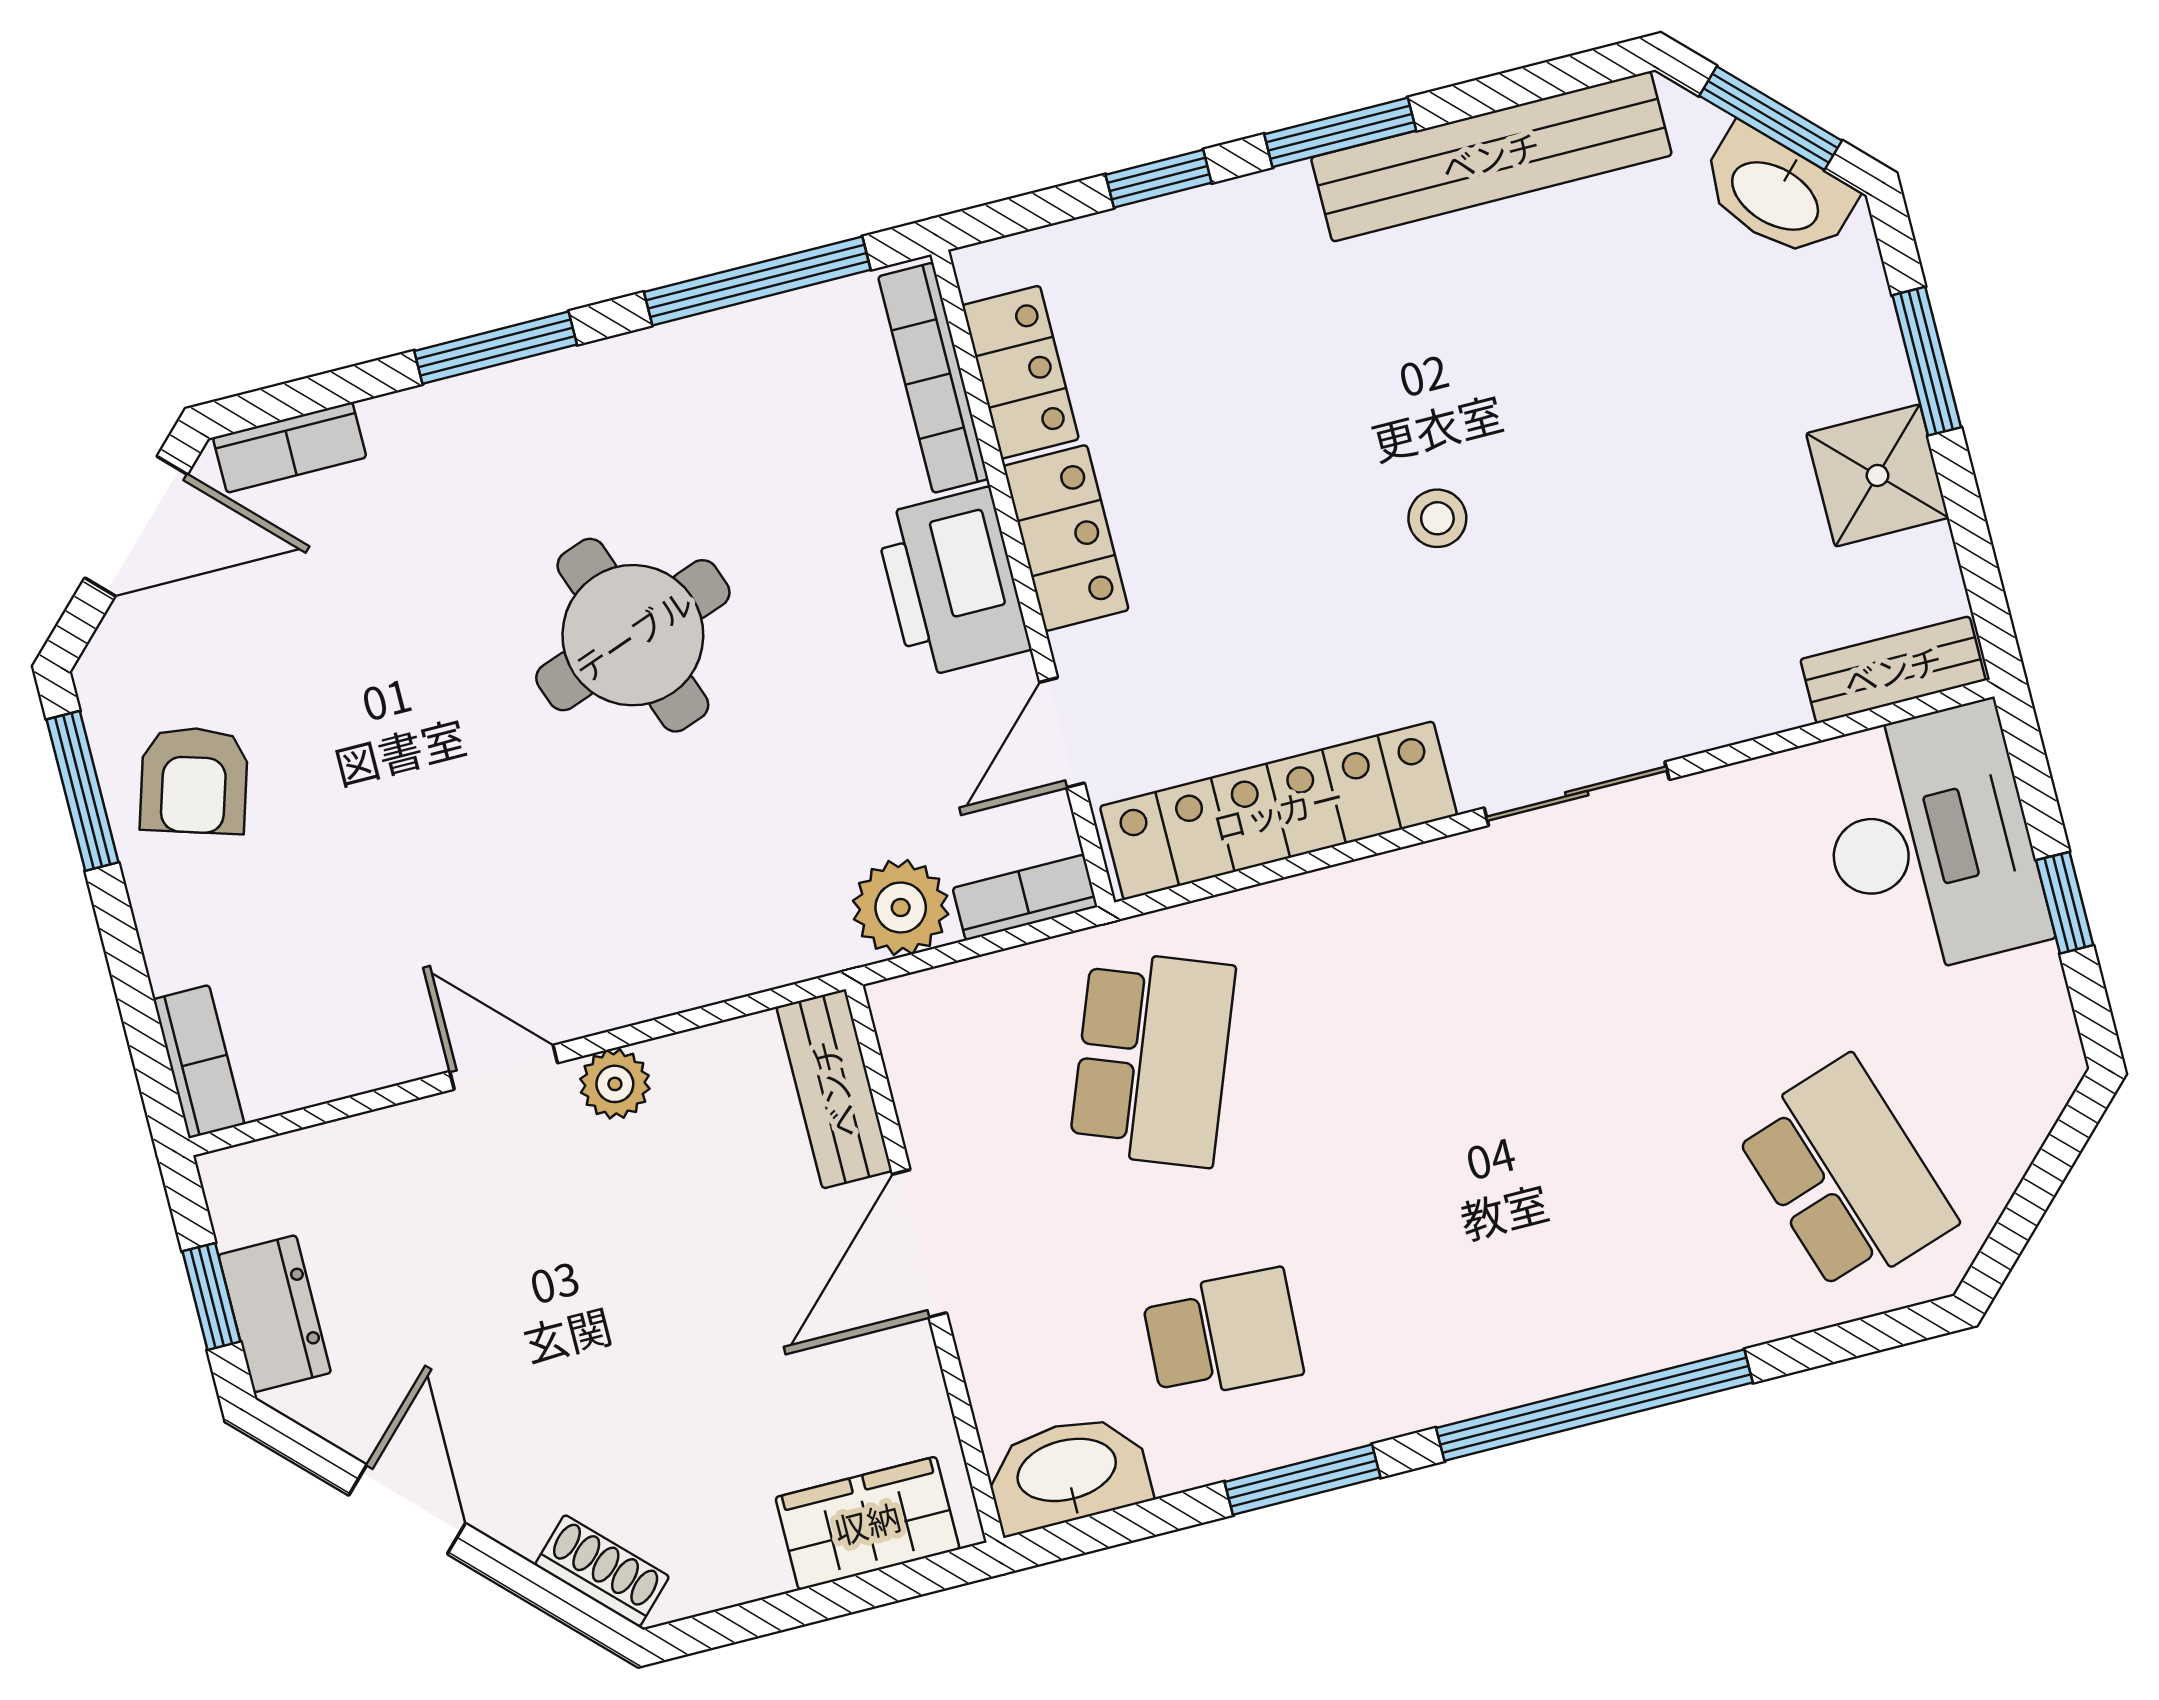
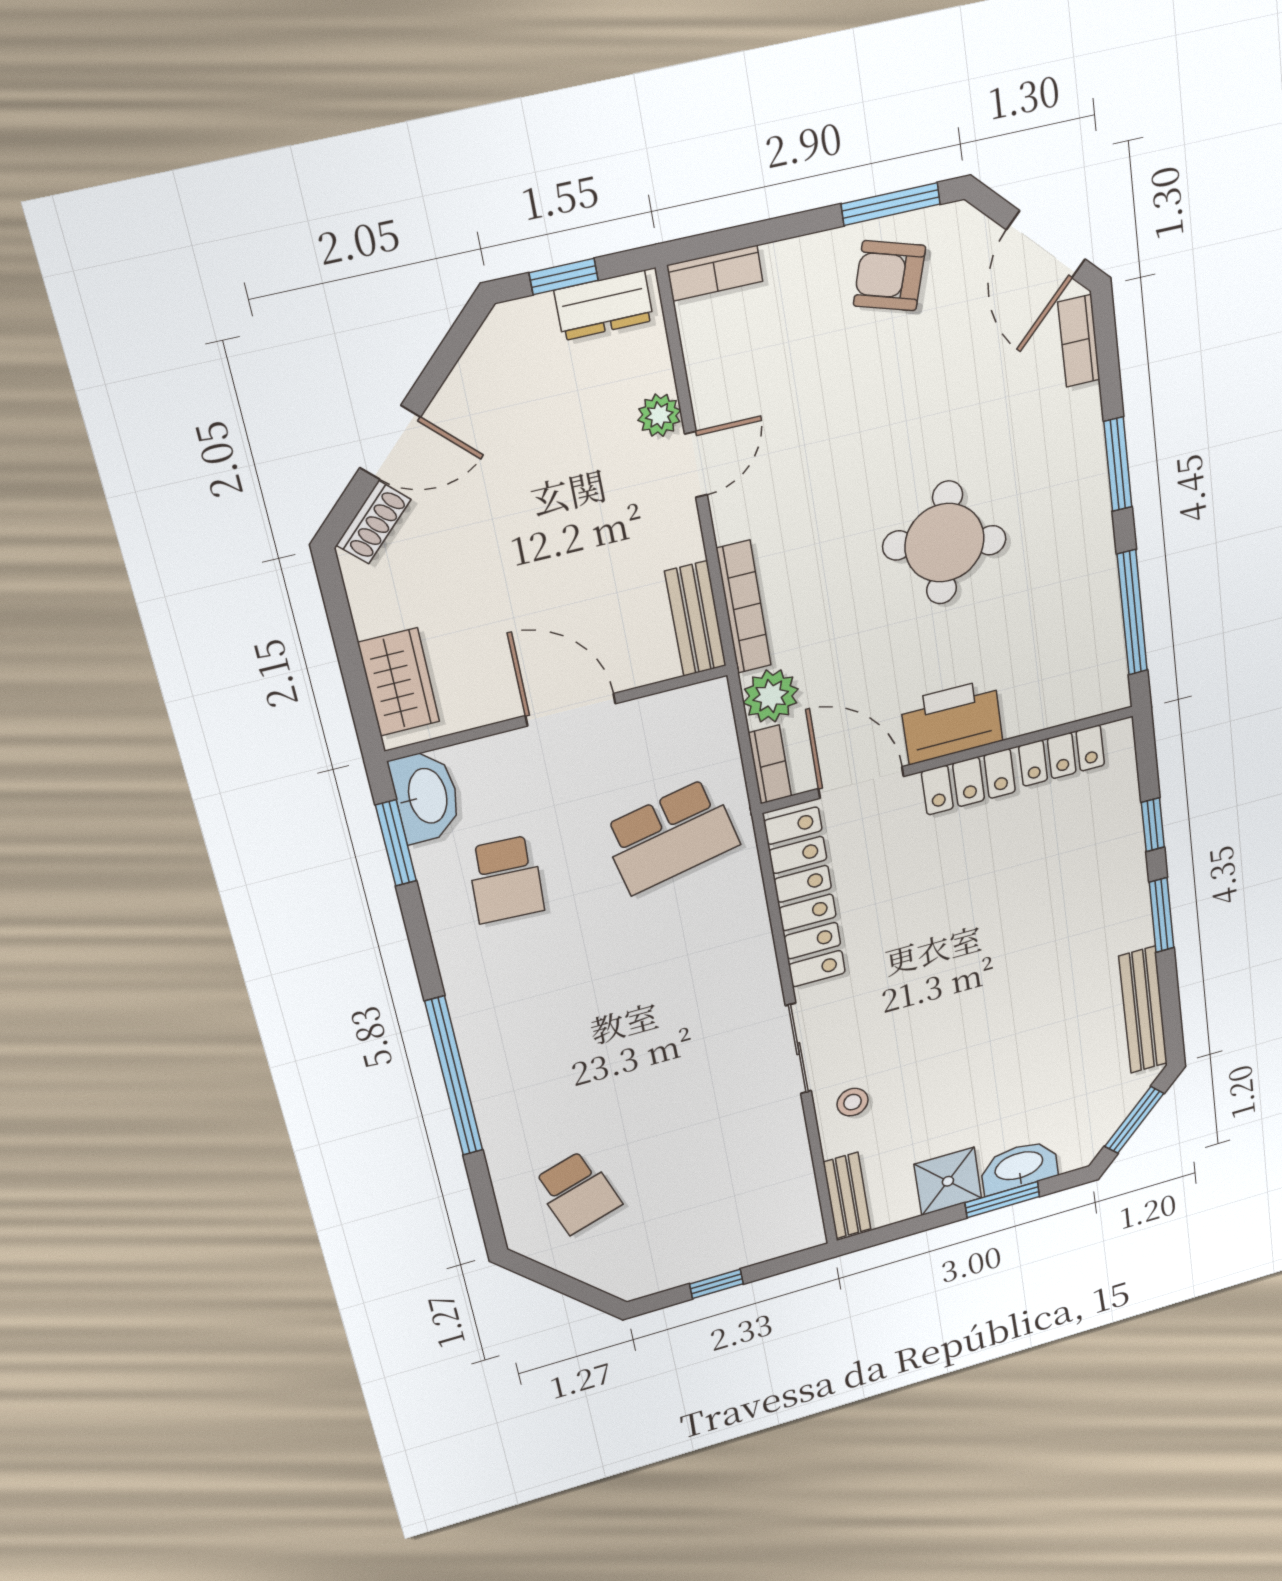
bench: (1491, 156) -> (1143, 1010), width x0.73, depth x0.82
washbasin: (1776, 194) -> (1019, 1167), moved, turned 45
bookcase: (933, 378) -> (744, 607), moved, turned 90
stool: (1437, 518) -> (852, 1102), moved
round table: (633, 635) -> (944, 543), turned 31
door: (1062, 733) -> (861, 782), width x1.38
desk: (1930, 841) -> (755, 1219), removed
school desk: (1152, 1059) -> (671, 836), turned -33
plant: (615, 1084) -> (659, 415), moved
bench: (834, 1089) -> (696, 619), moved, turned 90
school desk: (1845, 1176) -> (577, 1192), width x0.54
dresser: (275, 1314) -> (604, 305), moved
window: (1302, 1480) -> (396, 843), moved
door: (407, 1509) -> (390, 442), moved

